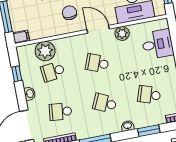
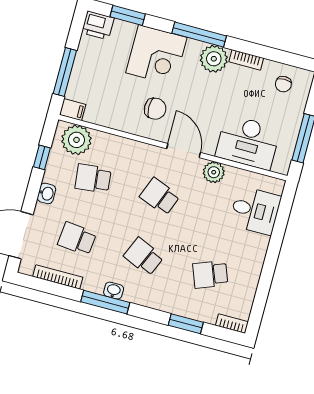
chair: (70, 13) -> (155, 109), turned 91
plant: (45, 51) -> (76, 140), moved
school desk: (149, 95) -> (210, 274), turned -39
washbasin: (128, 126) -> (114, 291), moved

